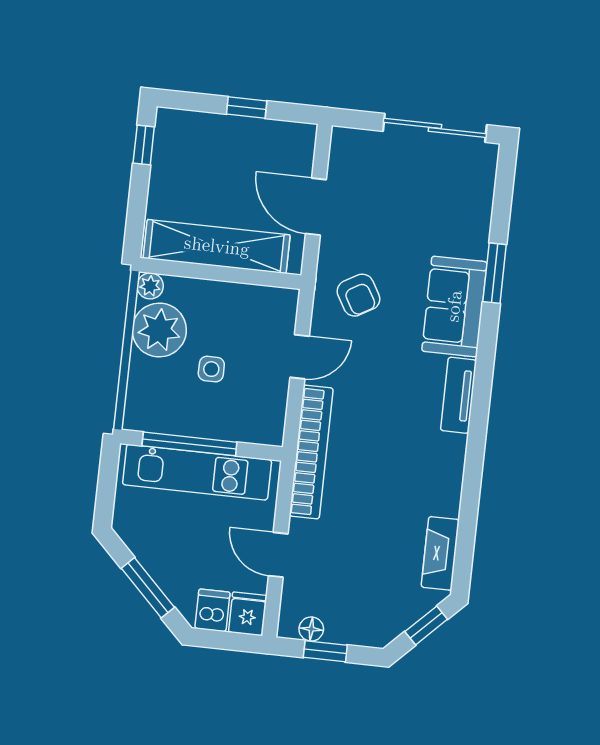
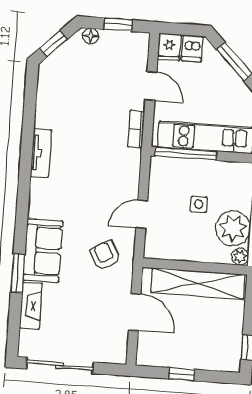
tv unit: (459, 395) -> (41, 153), moved
window: (189, 444) -> (186, 154), moved
bookcase: (311, 452) -> (136, 129), width x0.43, depth x0.76
fireplace: (440, 553) -> (31, 306), moved
floor lamp: (311, 629) -> (91, 36), moved

